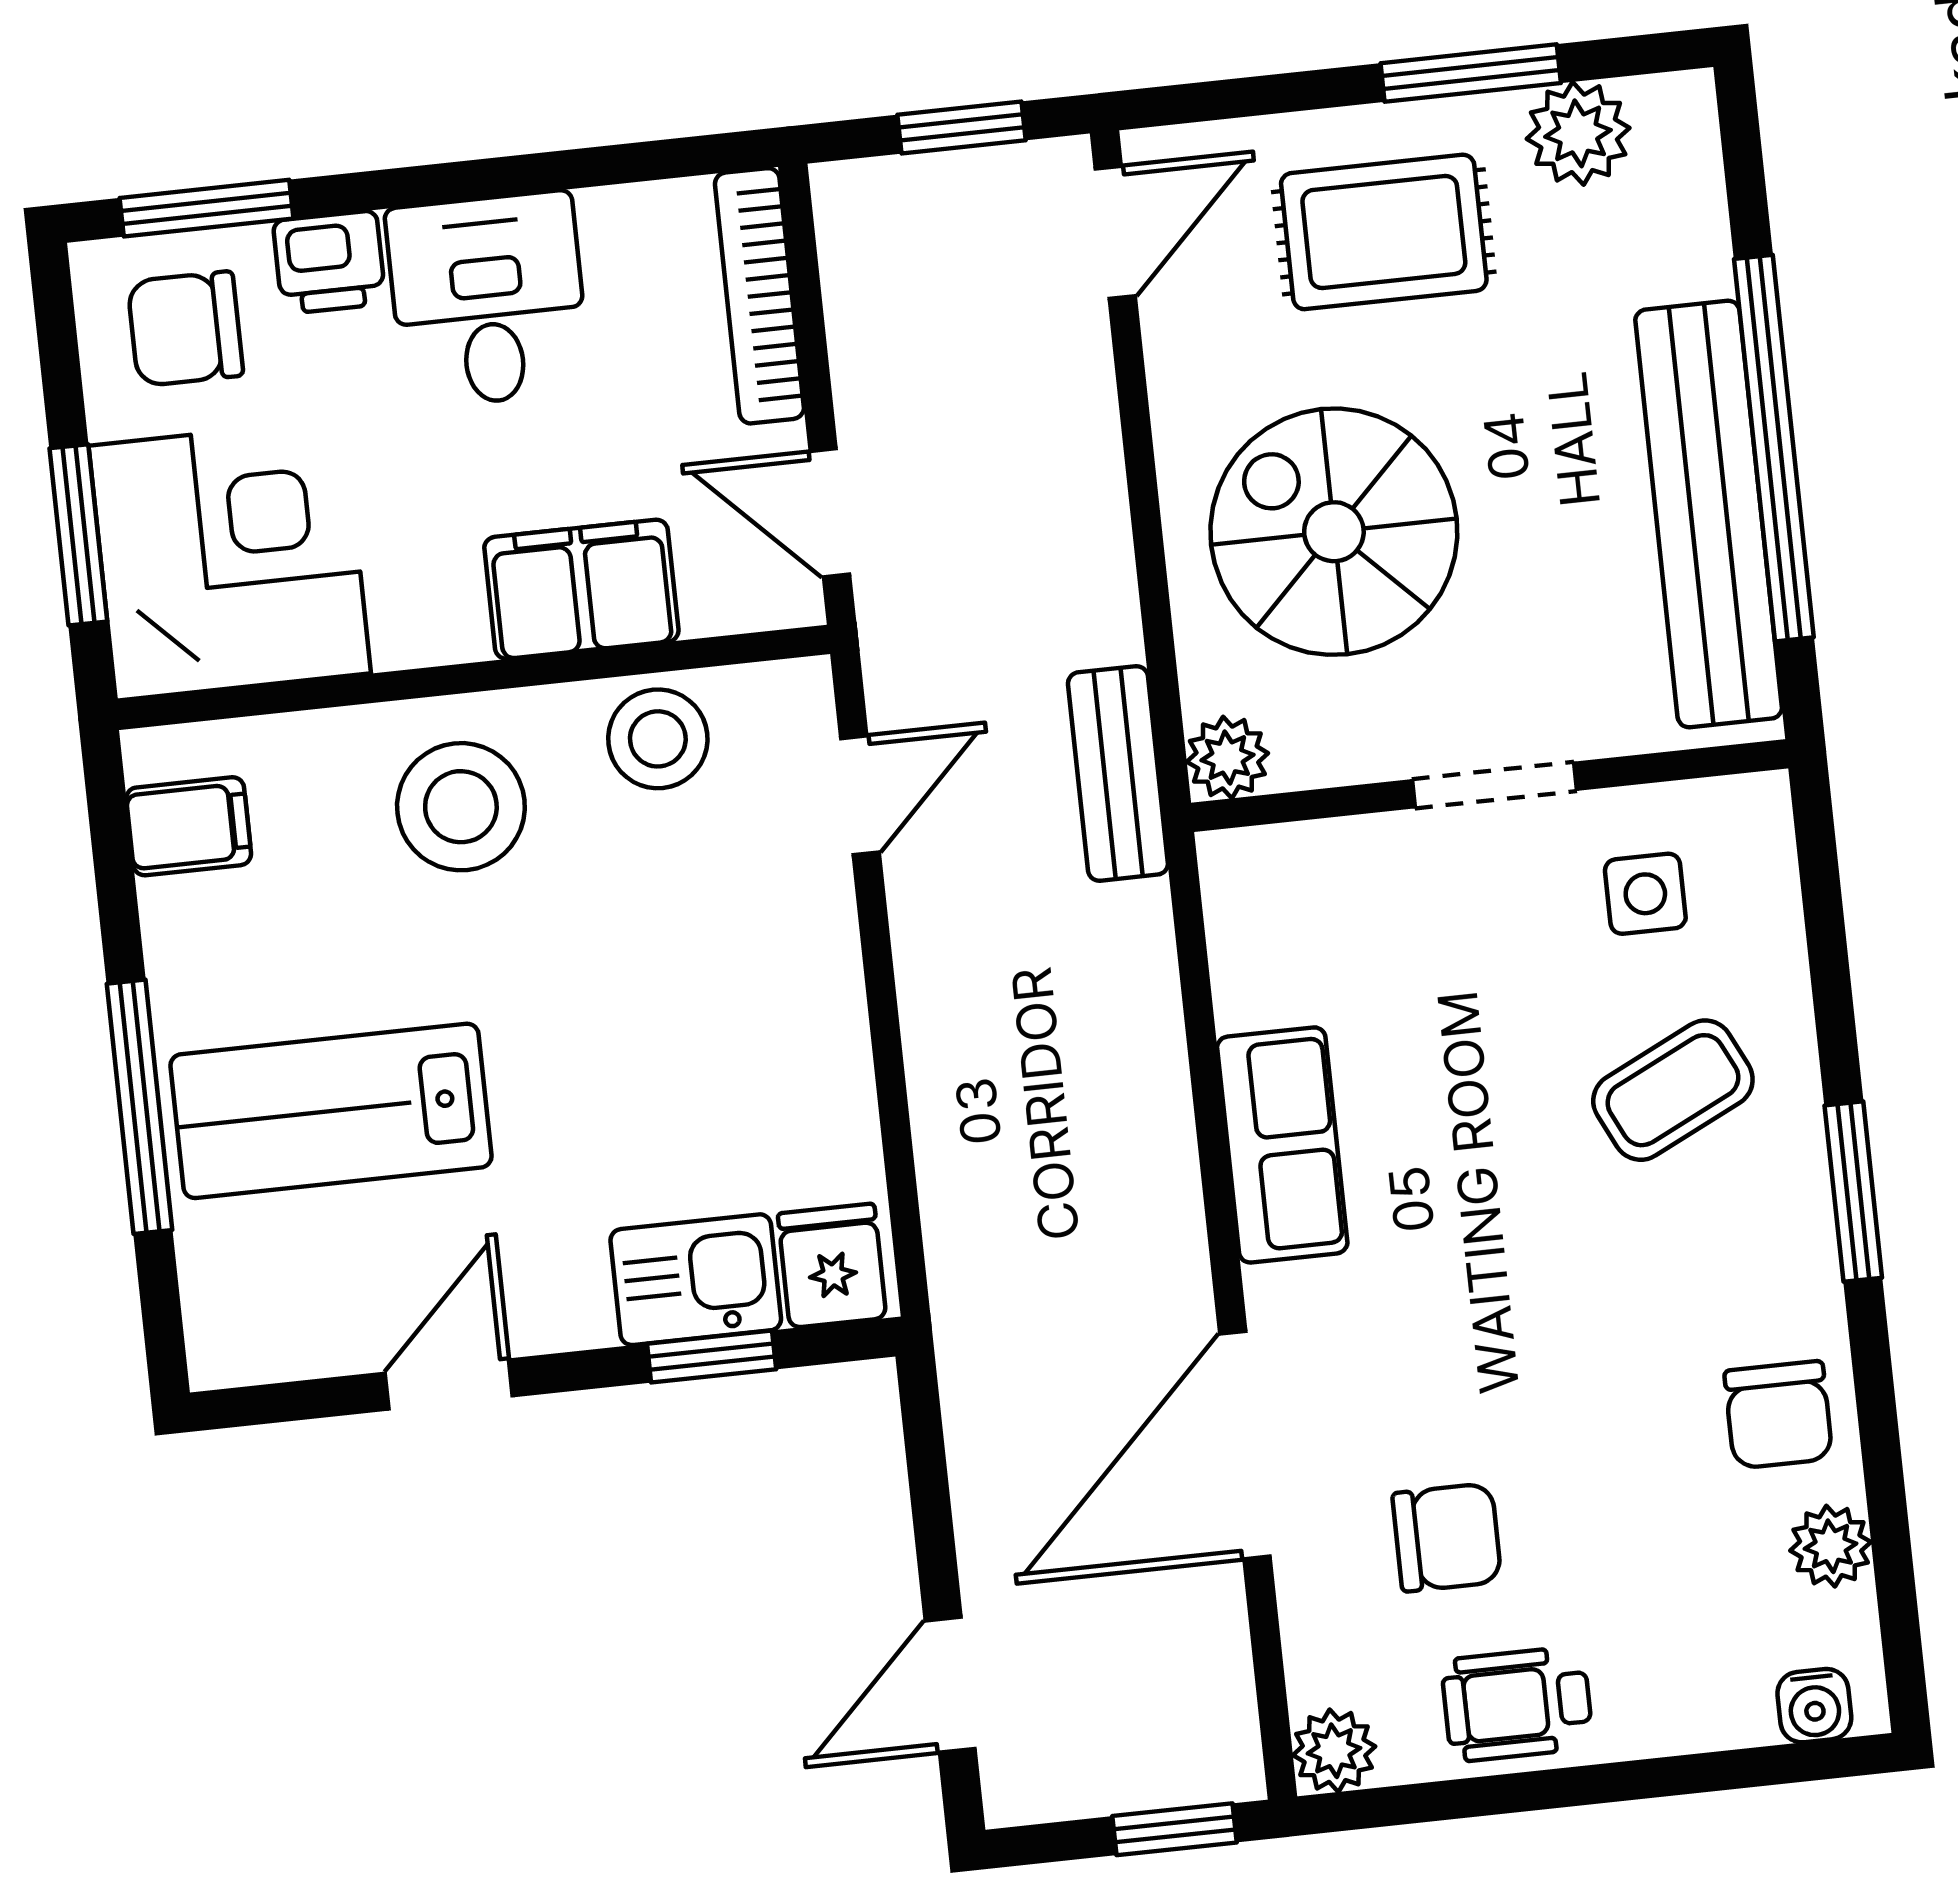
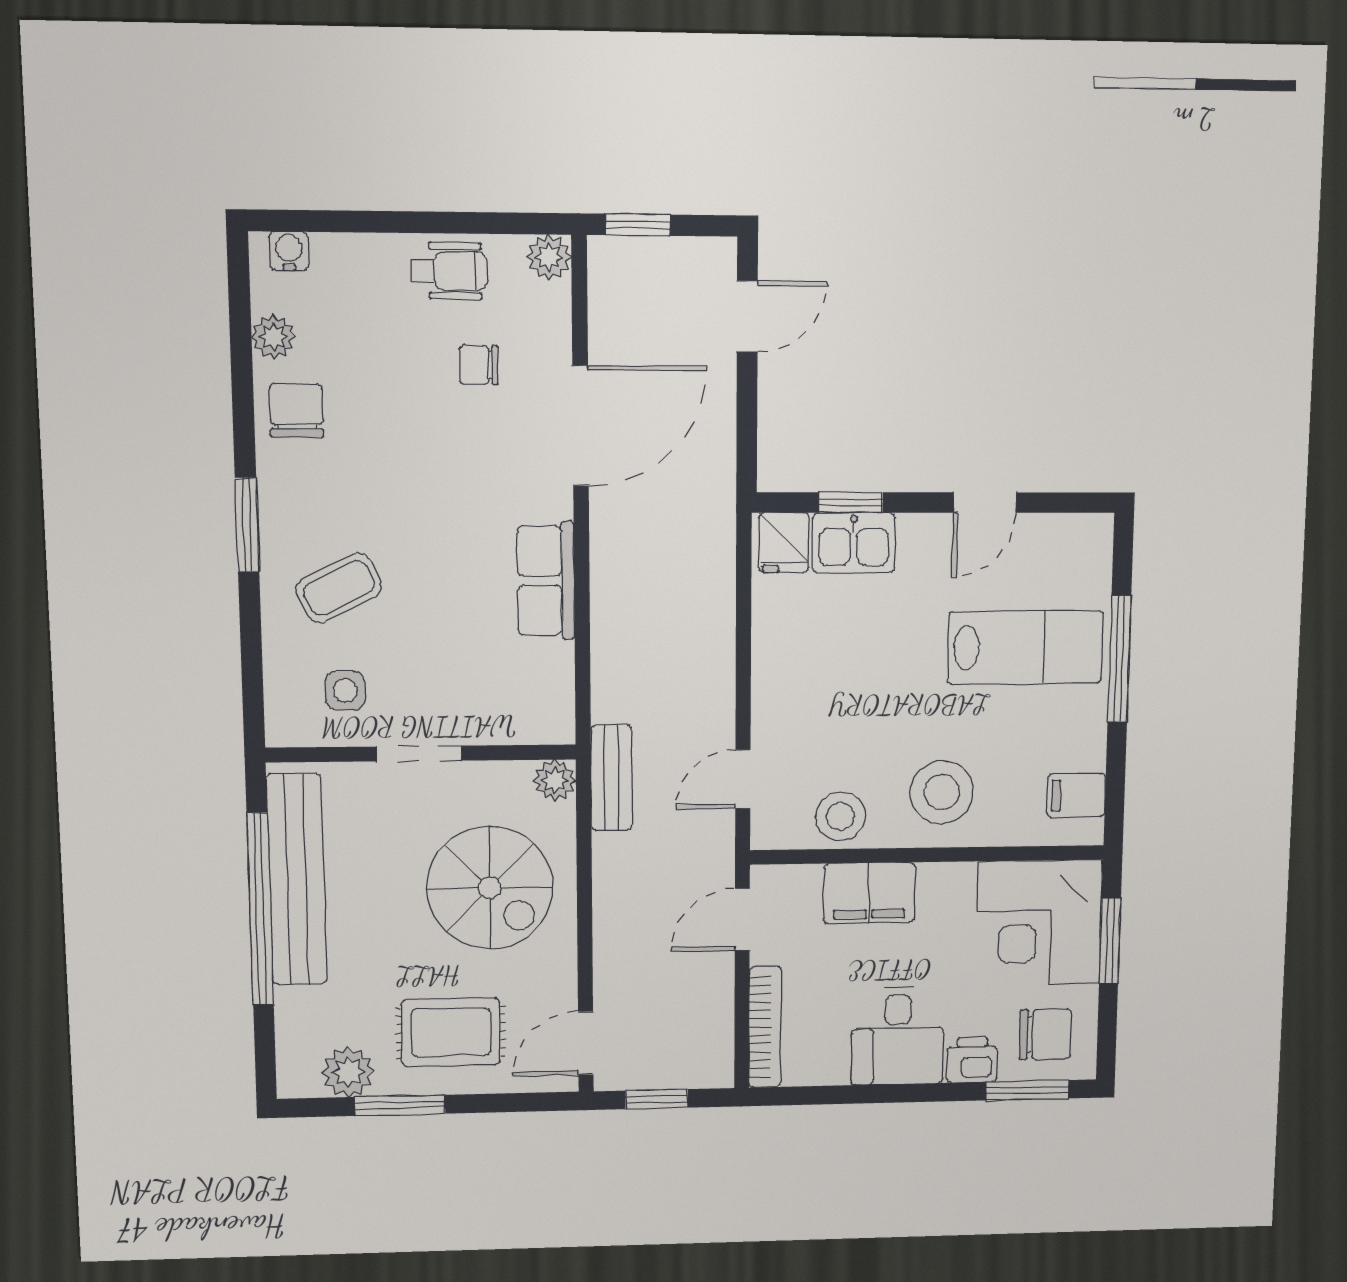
door: (830, 513) -> (742, 919), swing flipped
chair: (1447, 1537) -> (479, 365), width x0.73, depth x0.73

